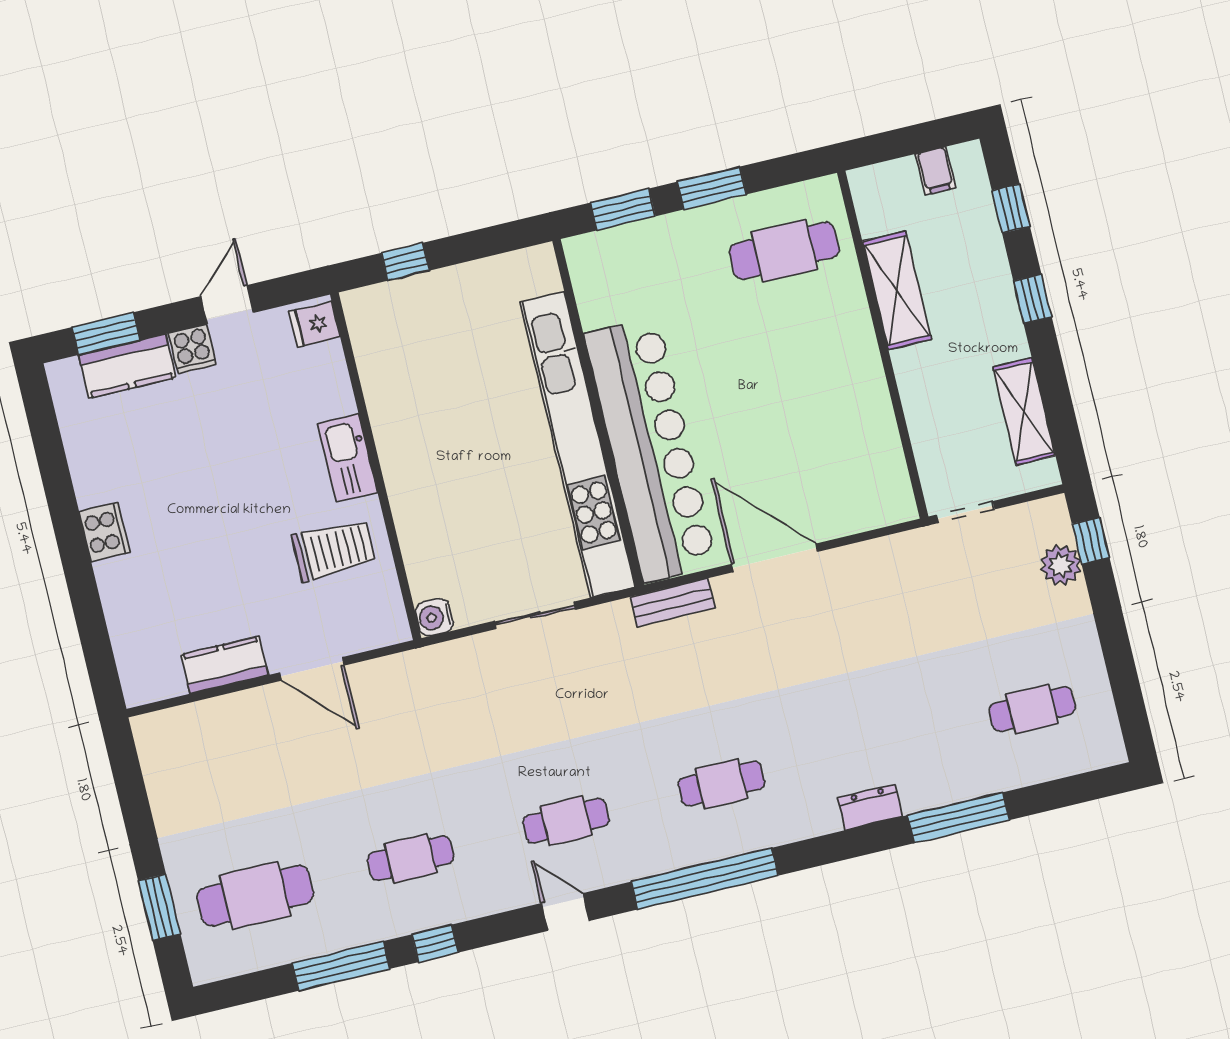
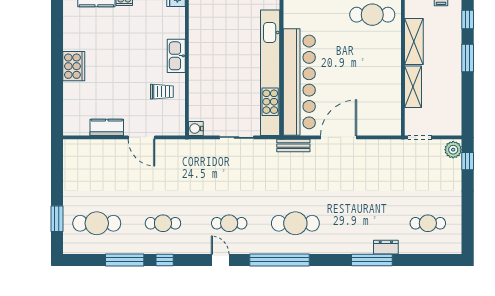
window: (1033, 299) -> (468, 58), width x1.50
shelving: (1024, 411) -> (413, 87), moved
cooker: (104, 532) -> (74, 66), width x1.37, depth x1.31
trolley: (334, 550) -> (162, 92), width x0.73, depth x0.72
door: (775, 558) -> (339, 137), hinge flipped
plant: (1061, 565) -> (453, 150), moved
cafe table: (721, 784) -> (295, 223), width x1.37, depth x1.35
dresser: (870, 807) -> (386, 247), moved
window: (958, 818) -> (372, 260), moved

